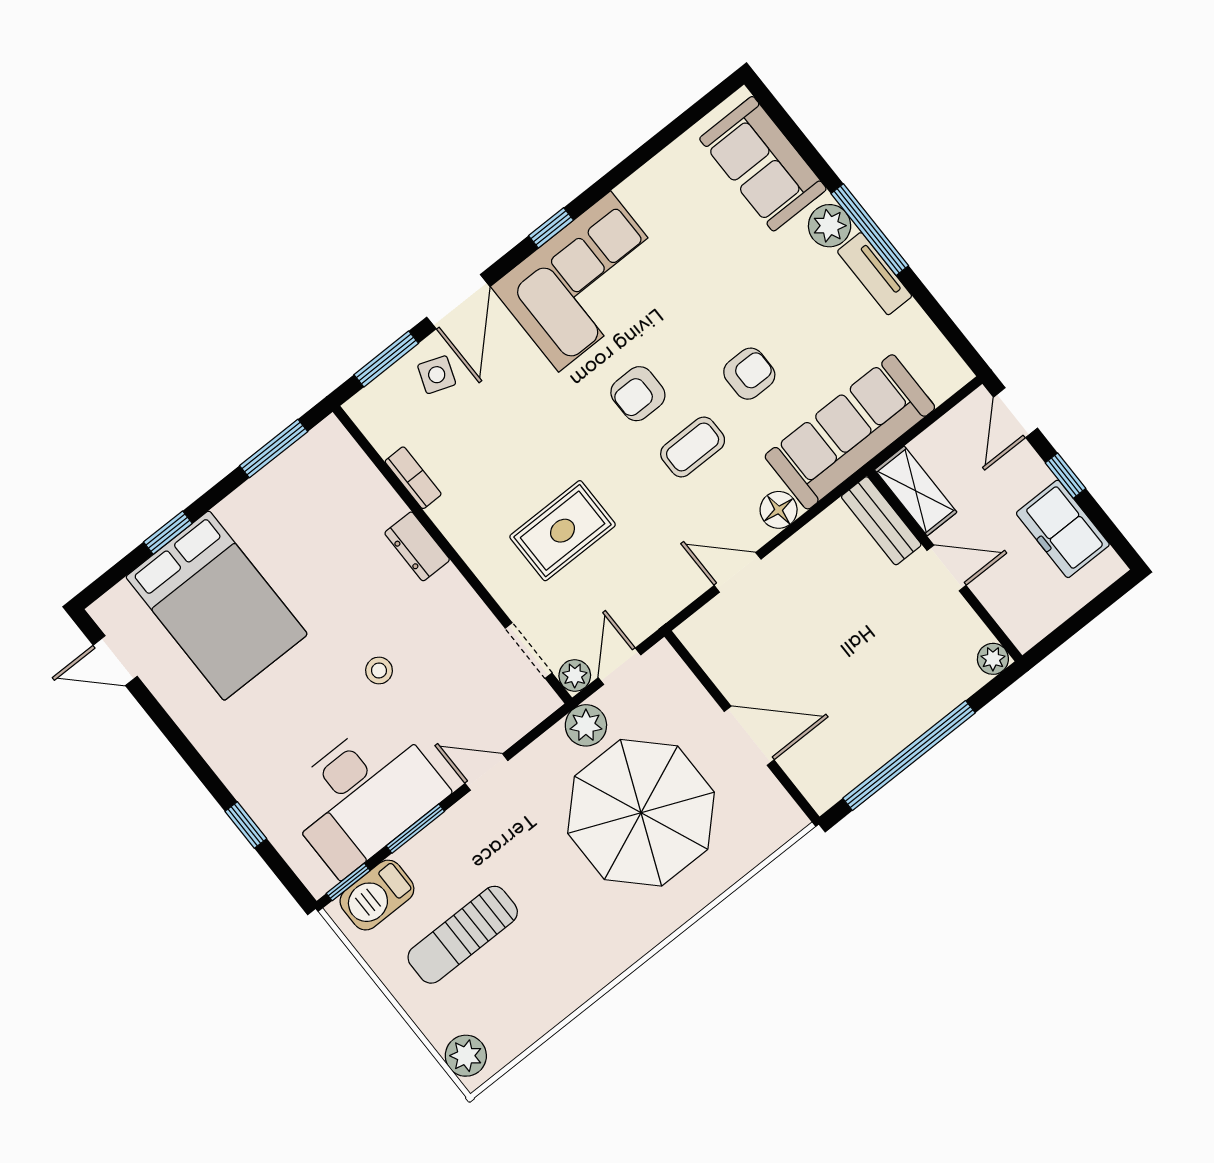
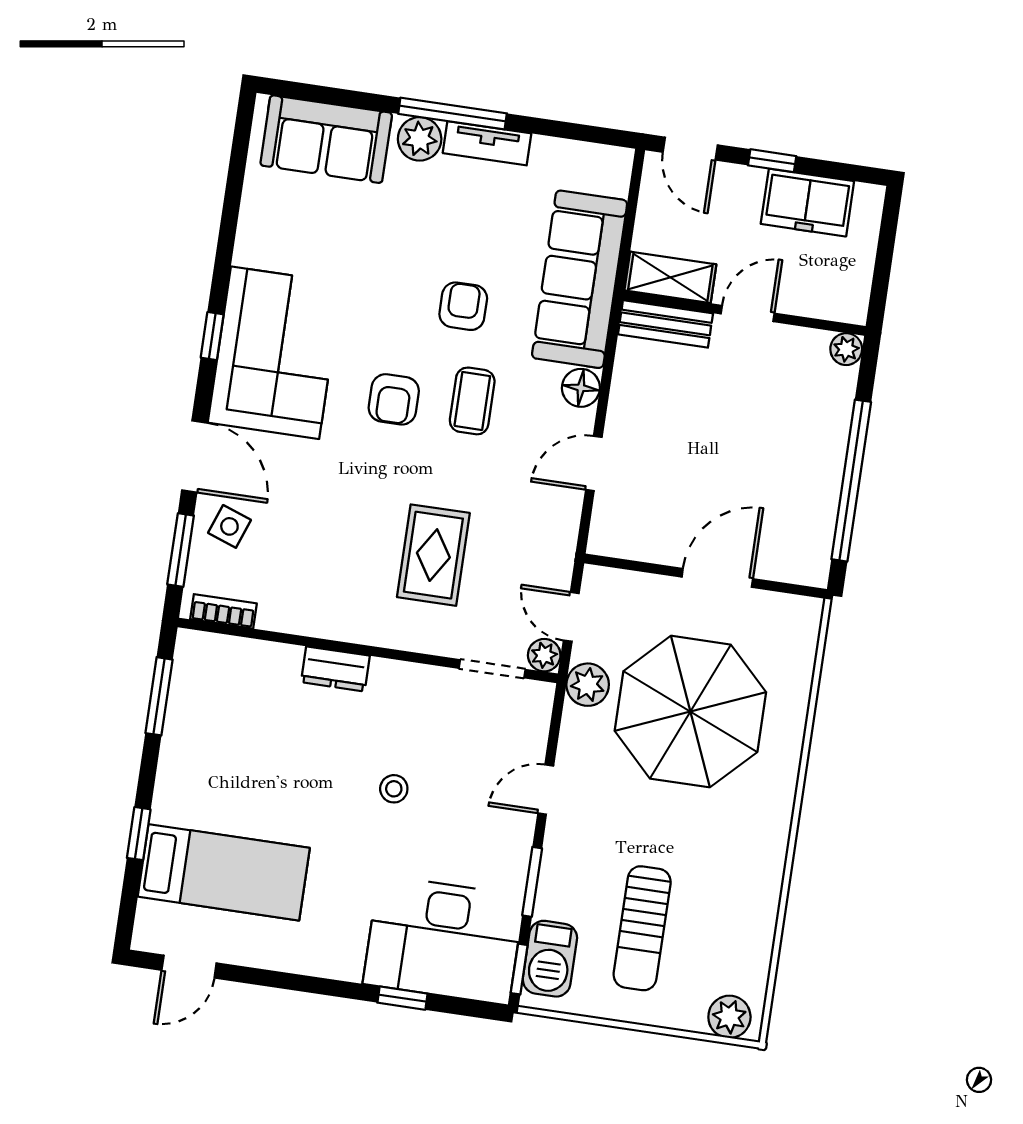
bookcase: (413, 478) -> (223, 611), moved
bed: (217, 606) -> (224, 872), width x0.67
desk: (363, 795) -> (444, 940), moved, turned 90

